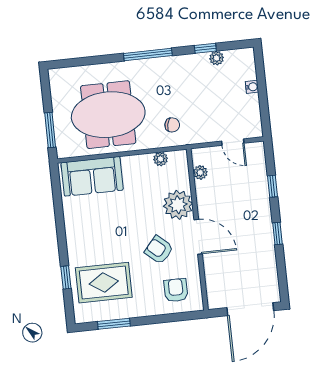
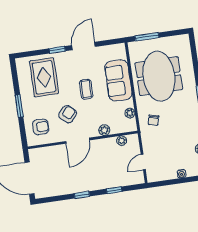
sofa: (92, 176) -> (118, 80), moved
plant: (178, 205) -> (104, 130), width x0.53, depth x0.53
coffee table: (124, 222) -> (86, 89), added
door: (60, 223) -> (83, 46), added
window: (66, 277) -> (57, 50), moved
window: (114, 324) -> (19, 106), moved

